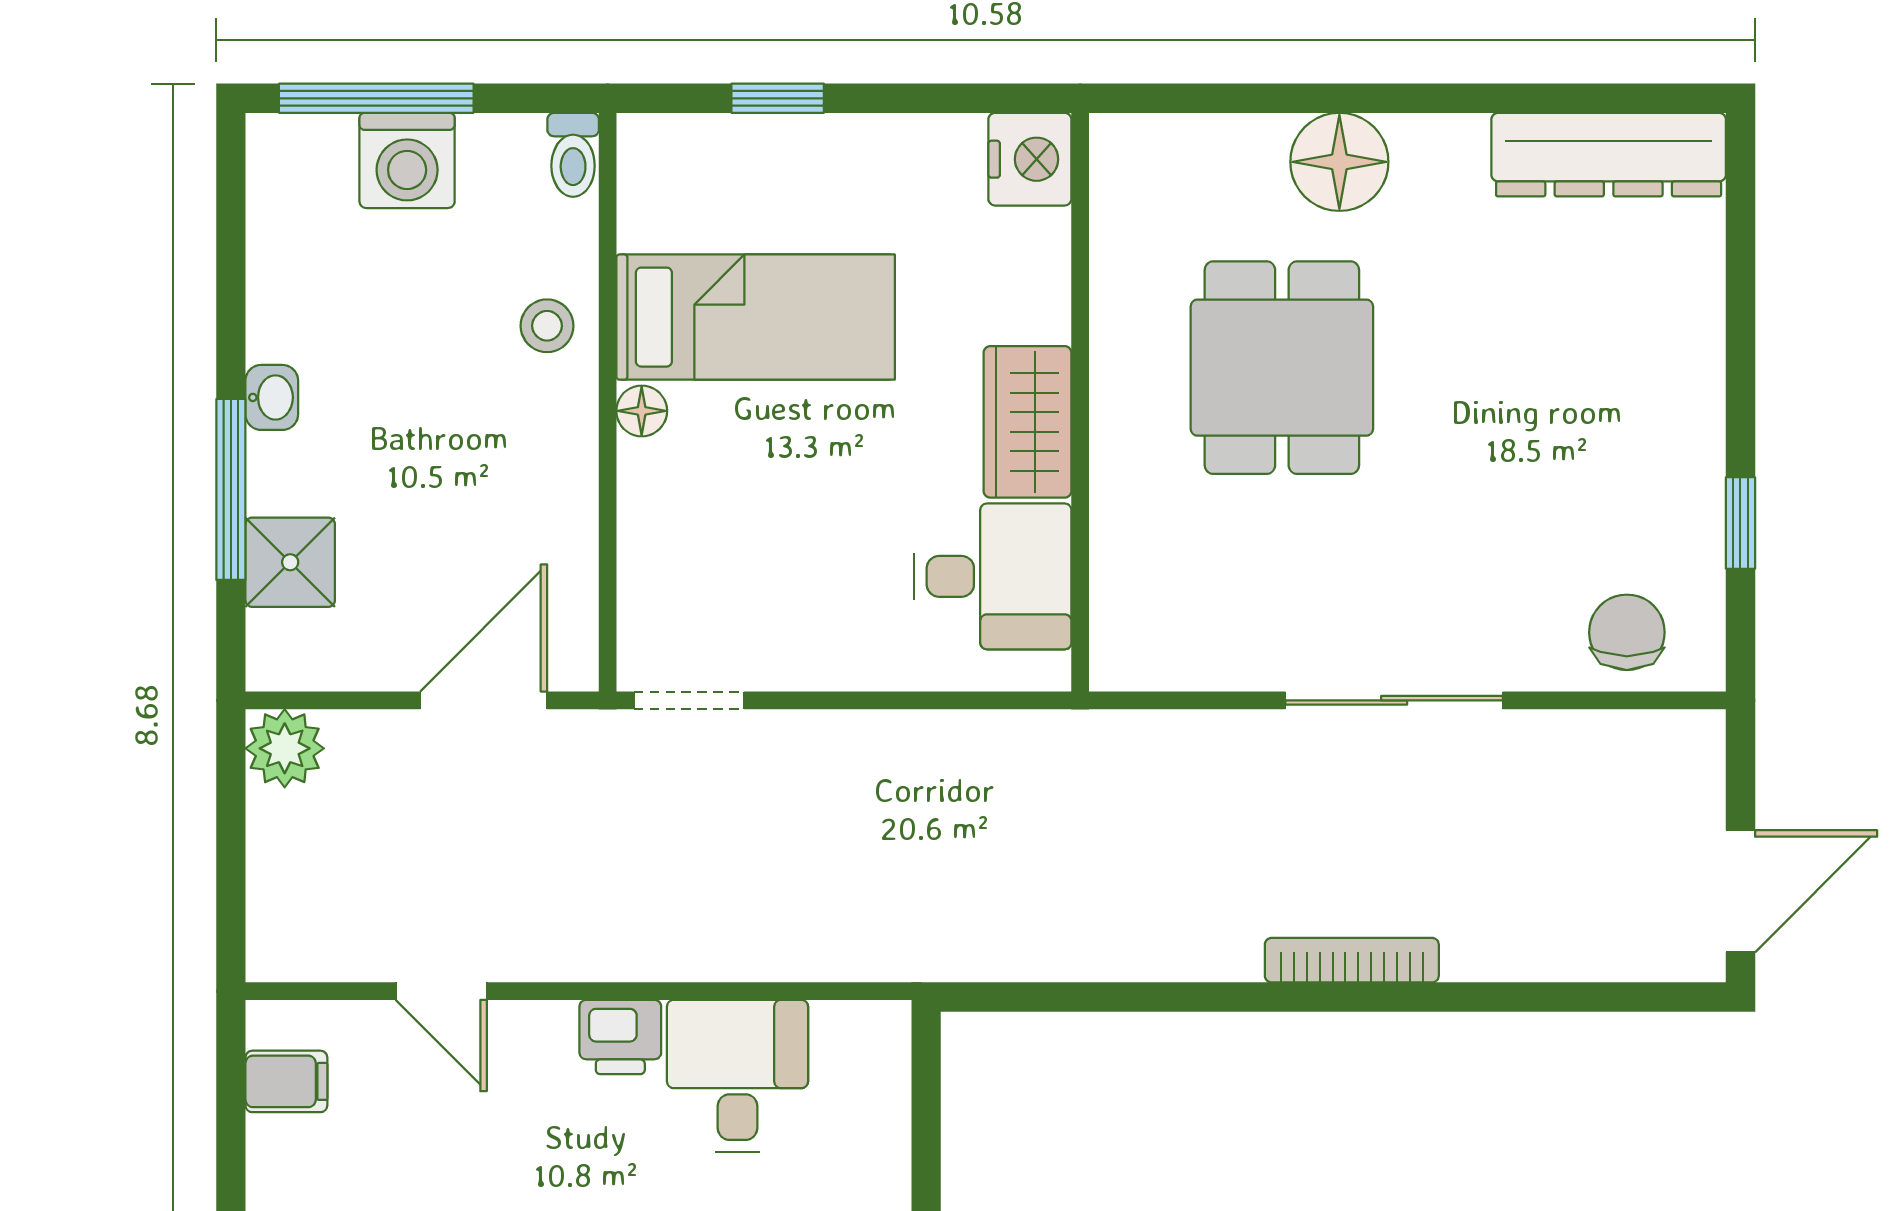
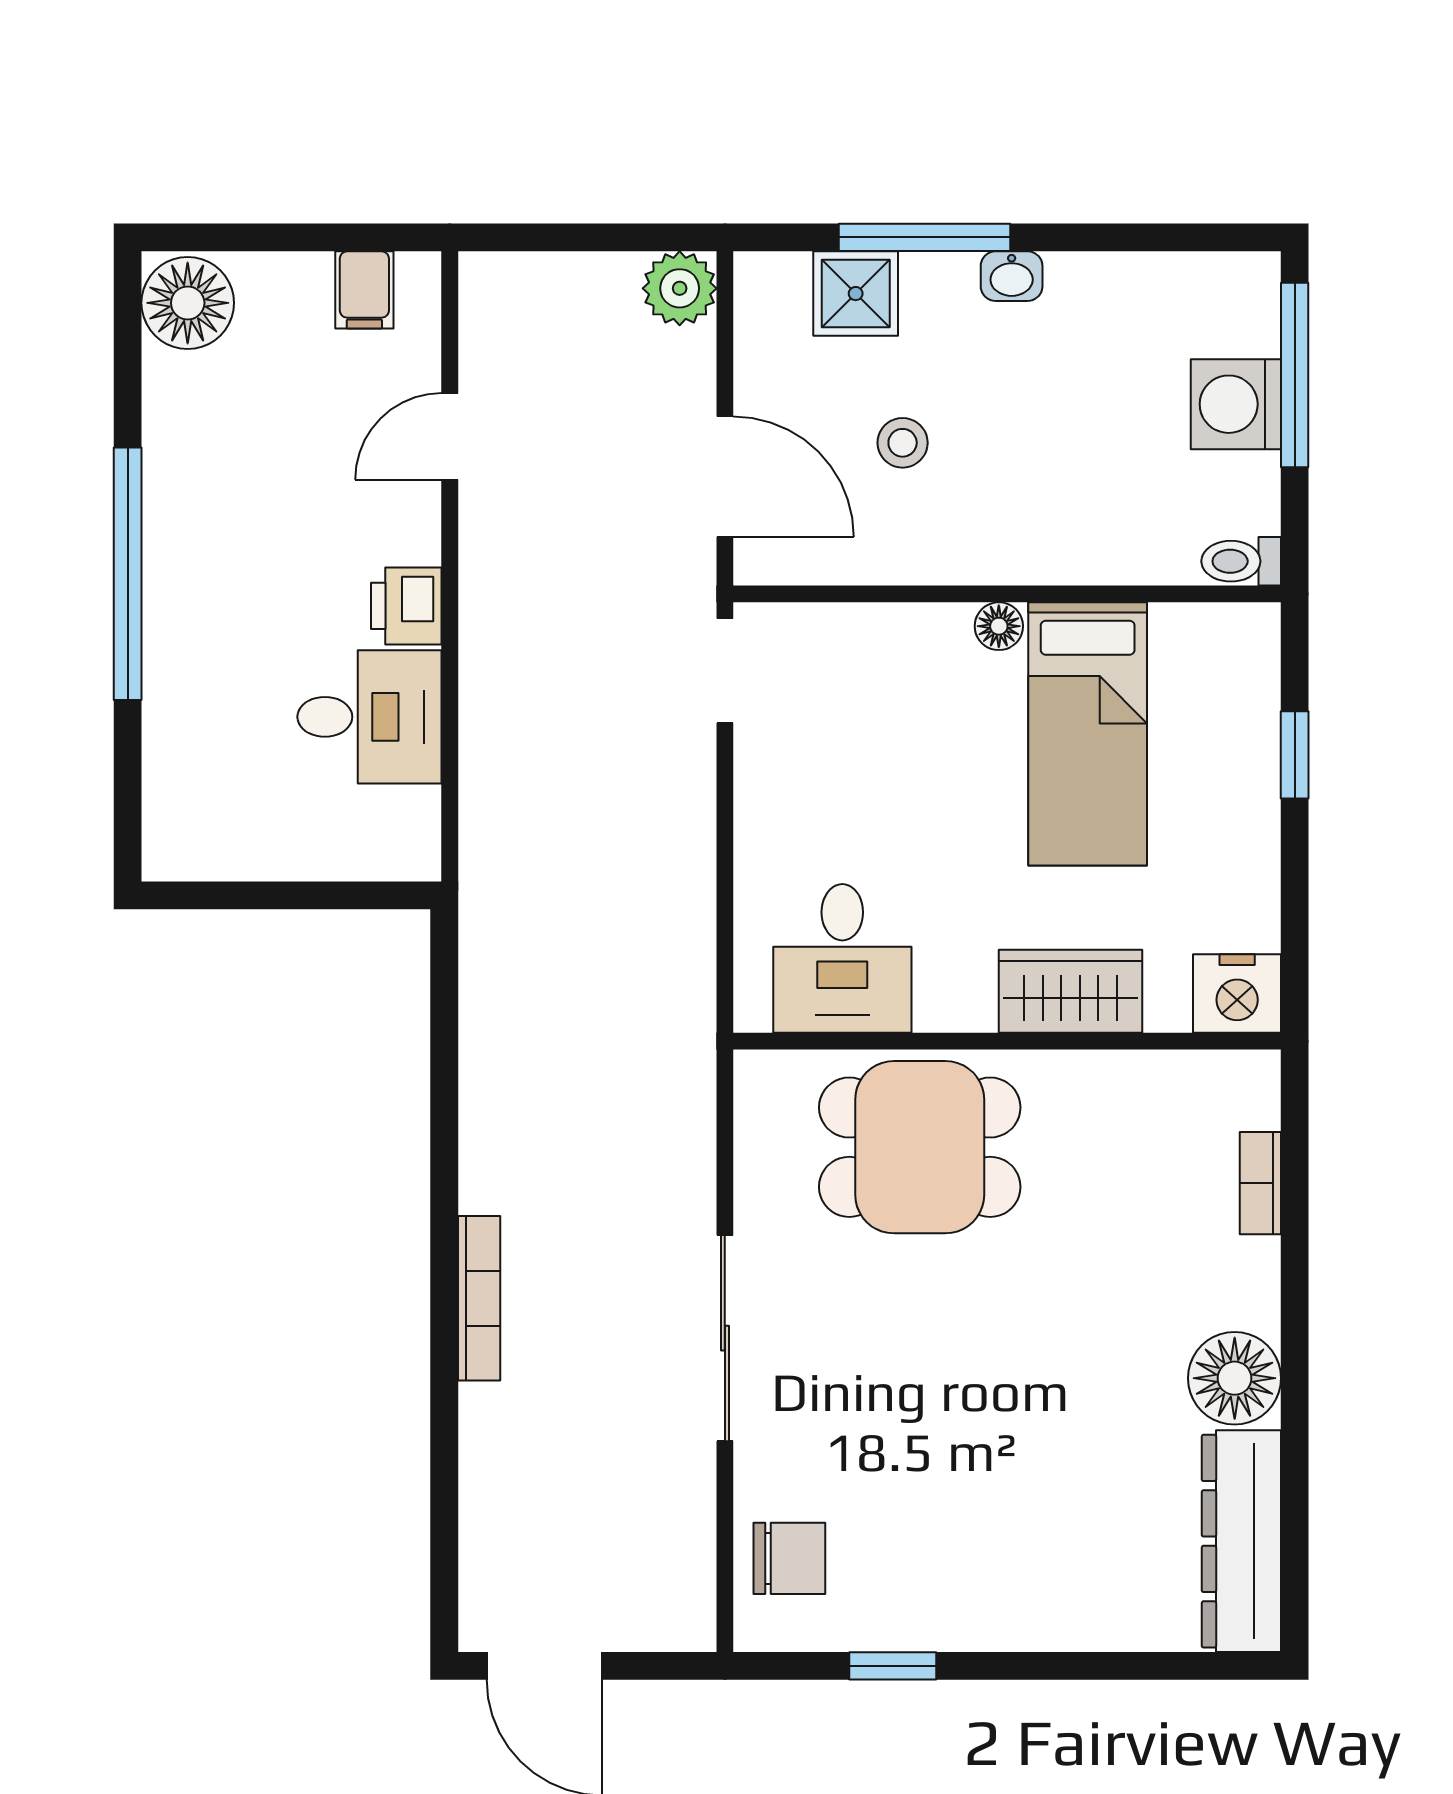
bookcase: (1230, 134) -> (1260, 1183), added
floor lamp: (1339, 162) -> (1235, 1378), moved
stool: (547, 326) -> (903, 443), moved
dining table: (1282, 368) -> (920, 1147), moved
wardrobe: (1028, 422) -> (1071, 991), moved

